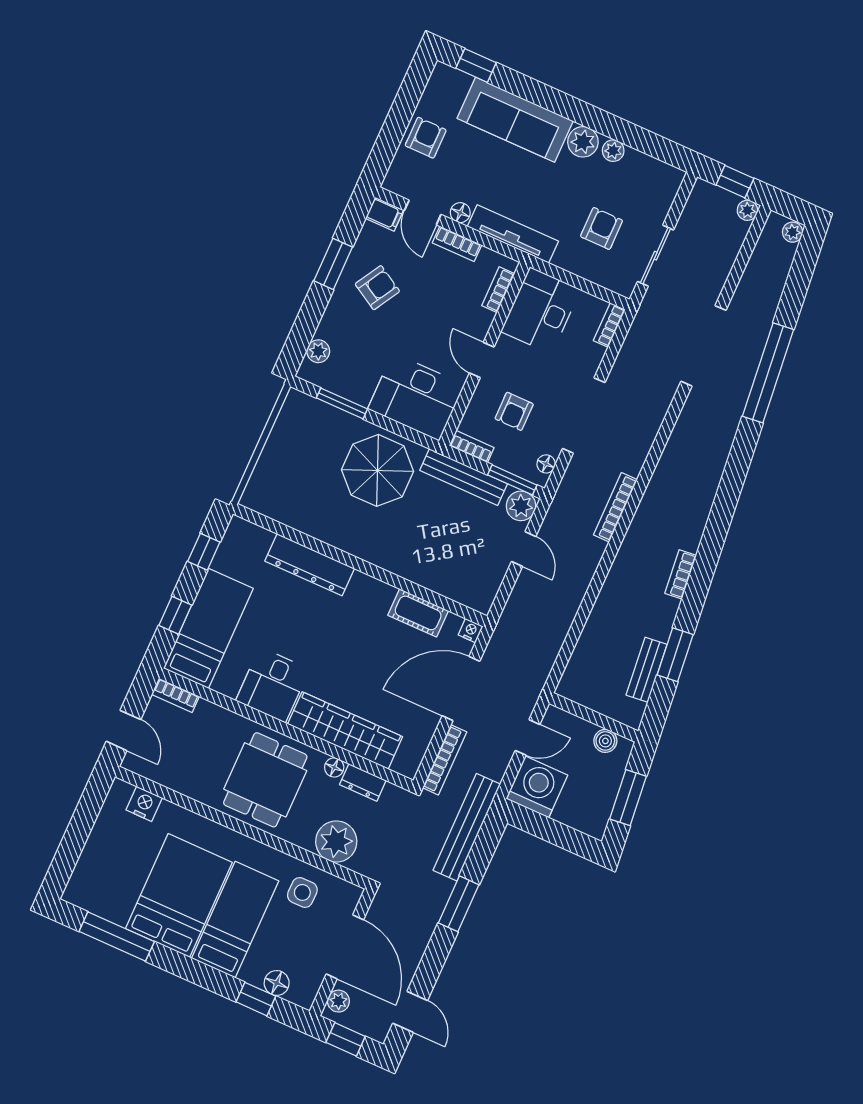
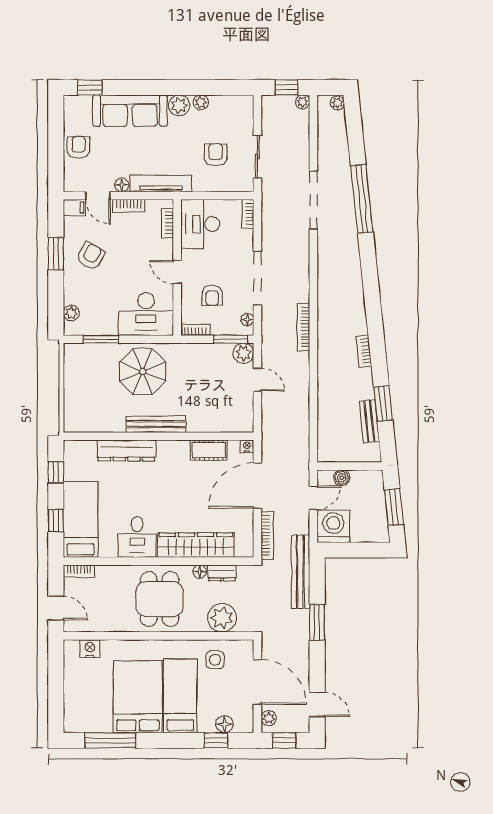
bench: (464, 477) -> (156, 424), moved
boiler: (605, 741) -> (342, 478), moved

